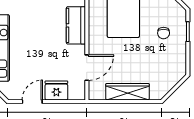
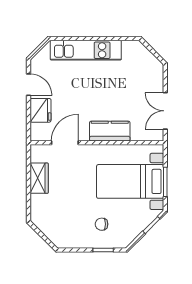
door: (87, 68) -> (65, 143), swing flipped
wardrobe: (127, 92) -> (39, 178), width x0.67

